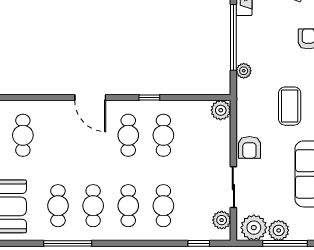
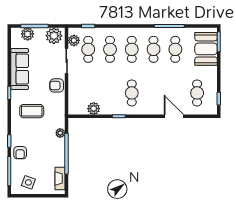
door: (90, 98) -> (174, 116), moved
coffee table: (290, 106) -> (32, 111), turned 90
plant: (221, 110) -> (94, 109), moved
cafe table: (163, 135) -> (88, 49), moved
armchair: (249, 147) -> (57, 85), turned -90
plant: (279, 230) -> (28, 34), moved

